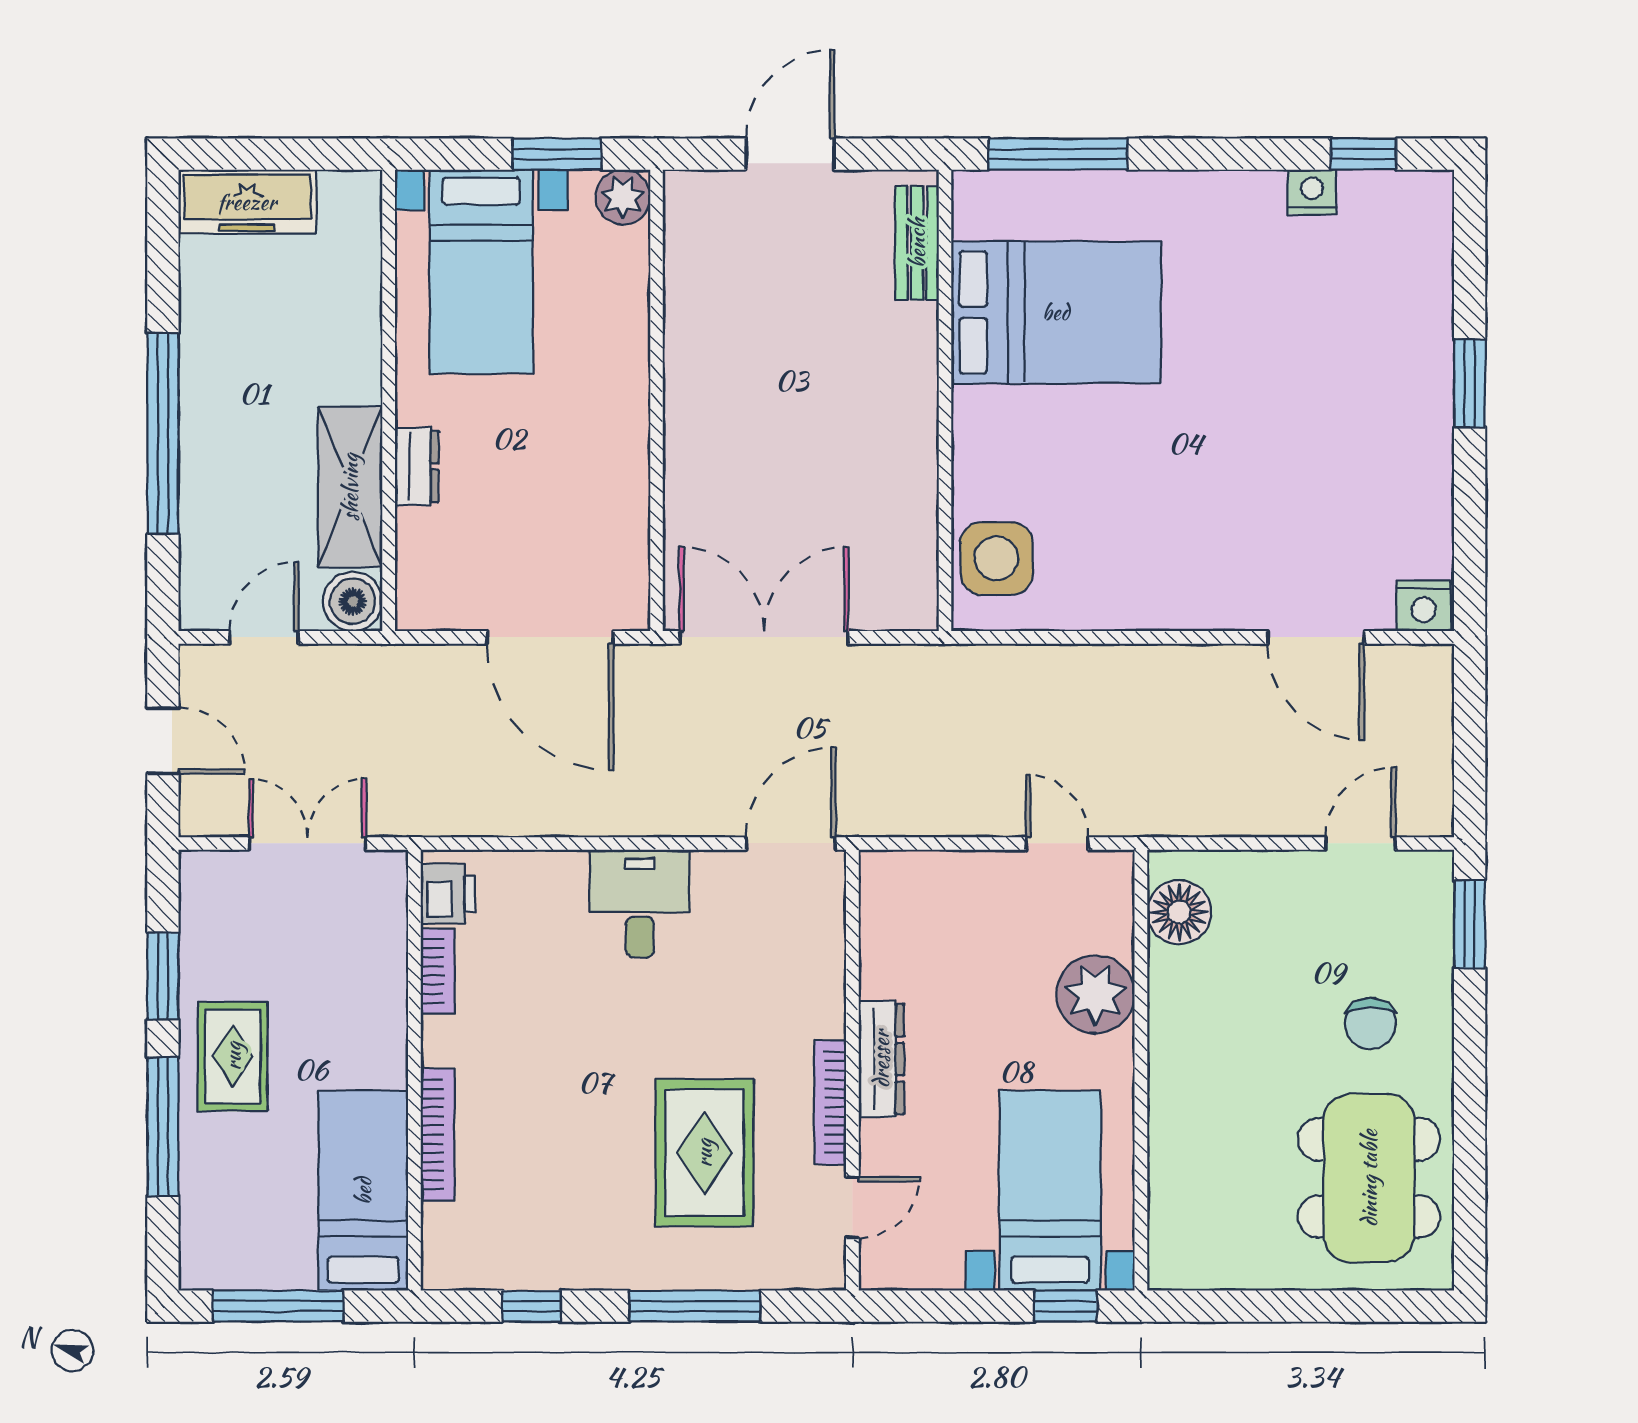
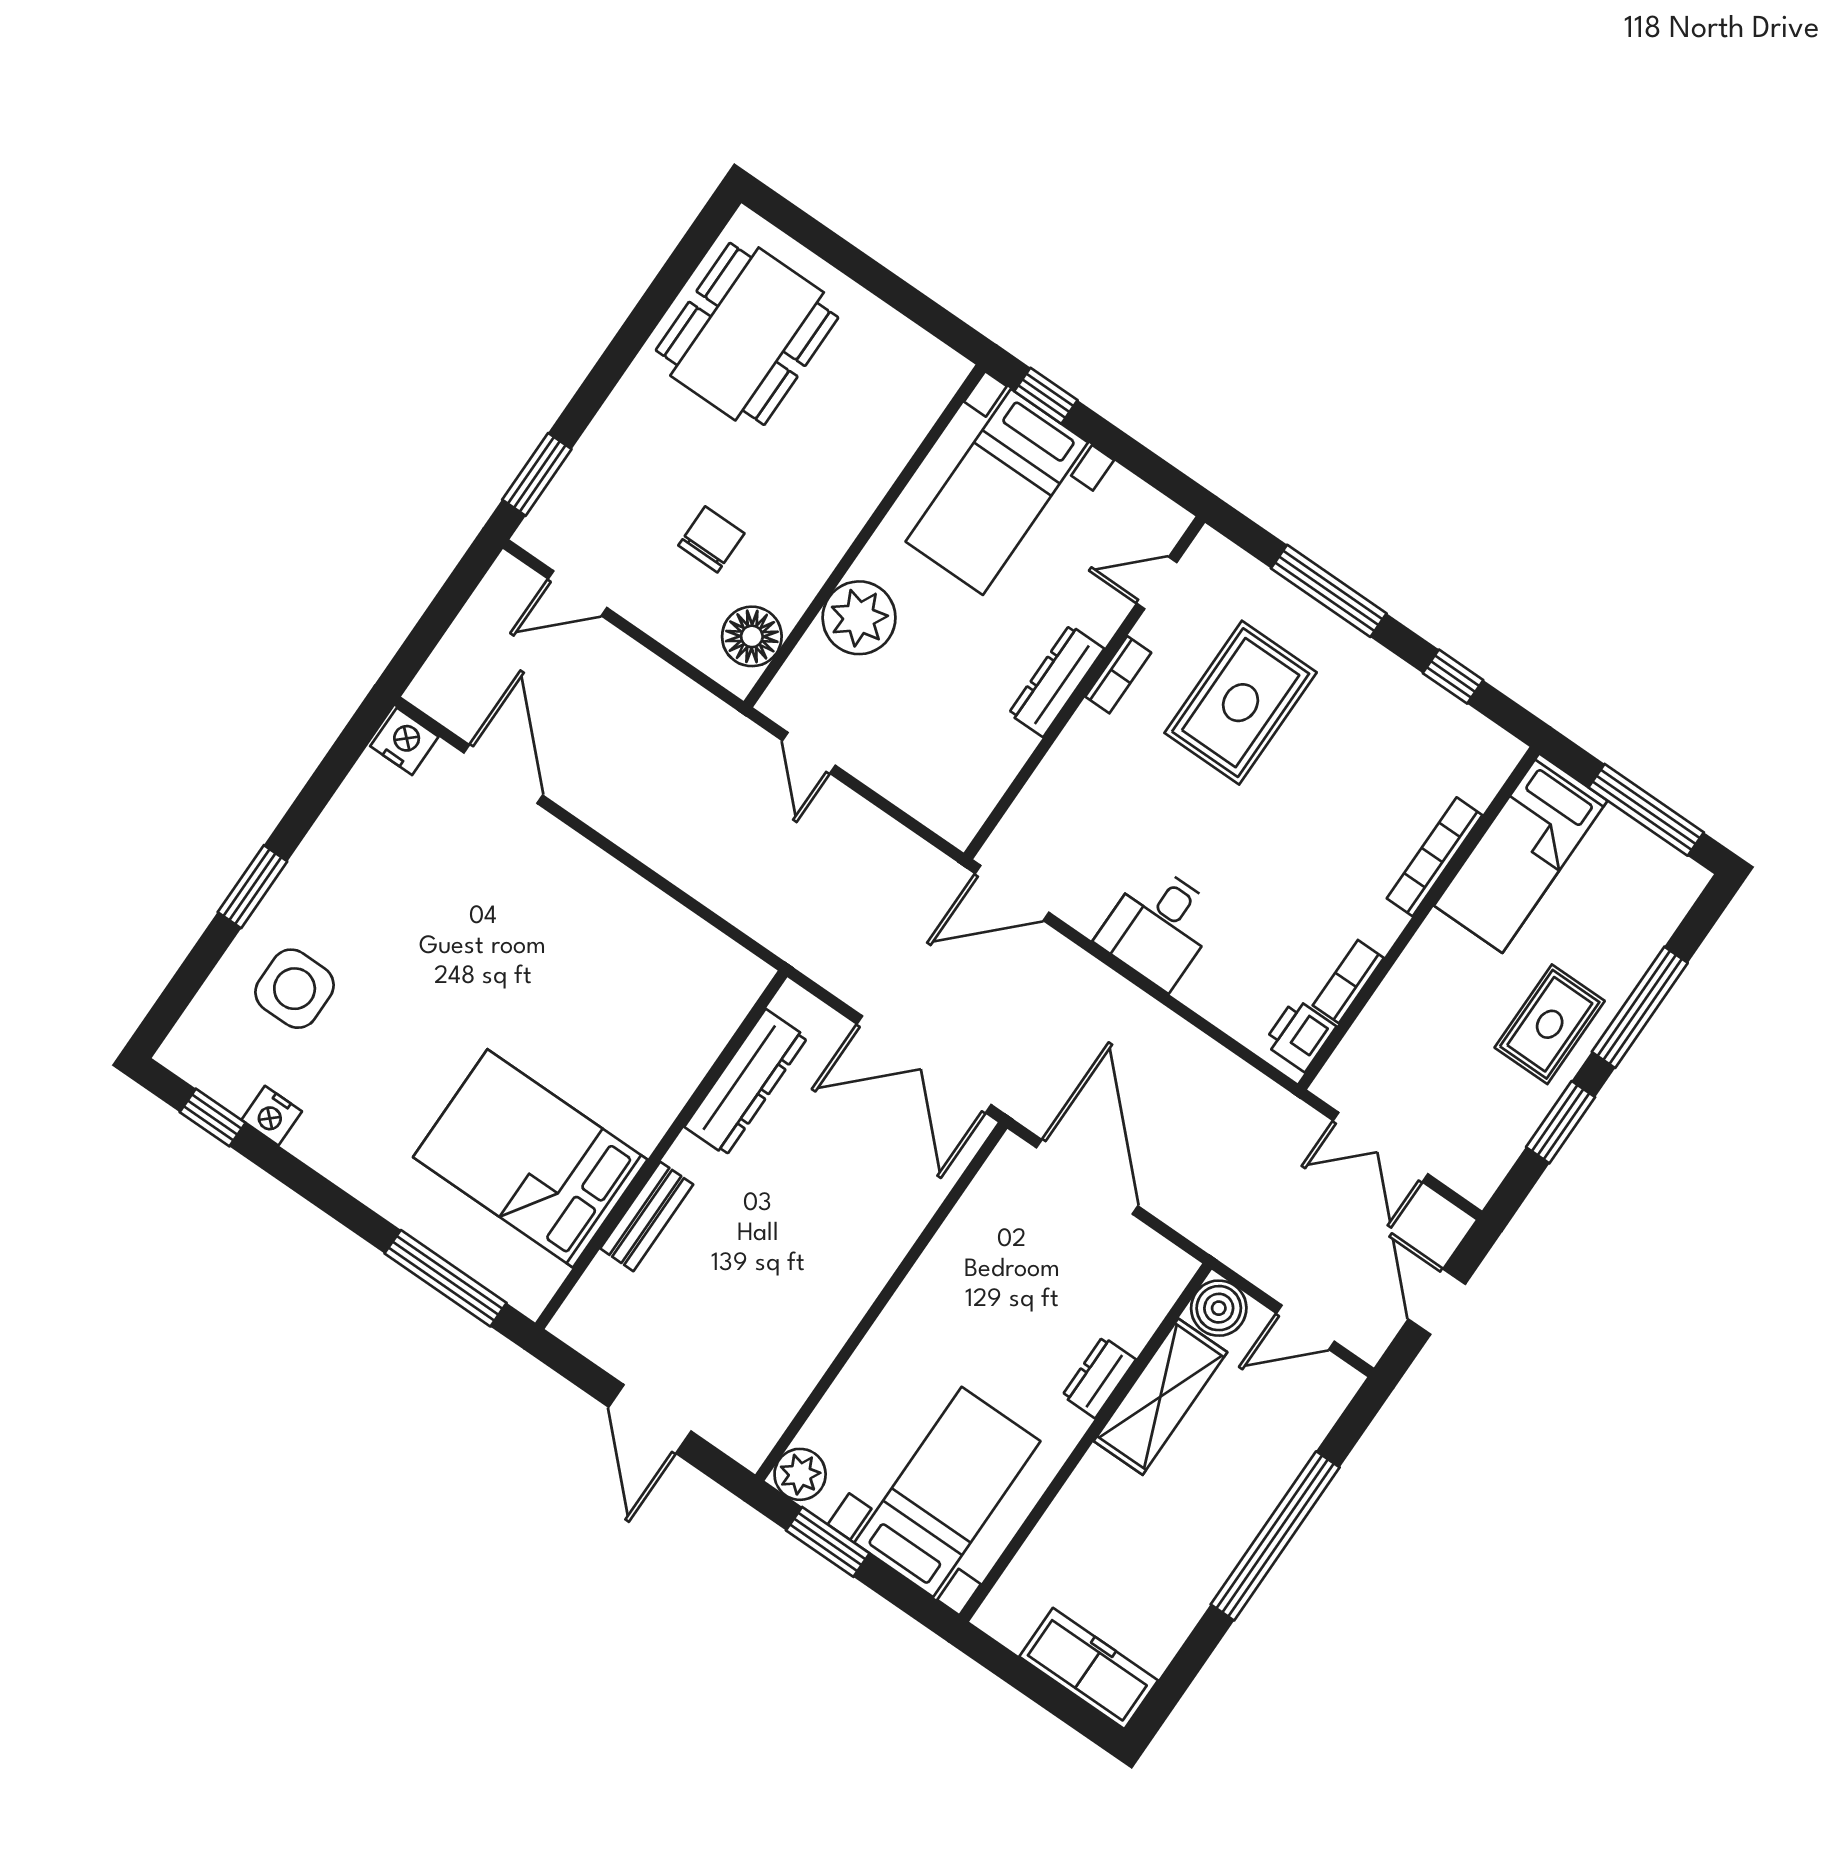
door: (790, 154) -> (650, 1419), hinge flipped
bench: (917, 243) -> (647, 1216), moved
dresser: (911, 512) -> (746, 1082), added
side table: (997, 559) -> (295, 989), moved
chair: (1370, 1024) -> (711, 539), moved
bookcase: (830, 1103) -> (1118, 675), width x0.64

